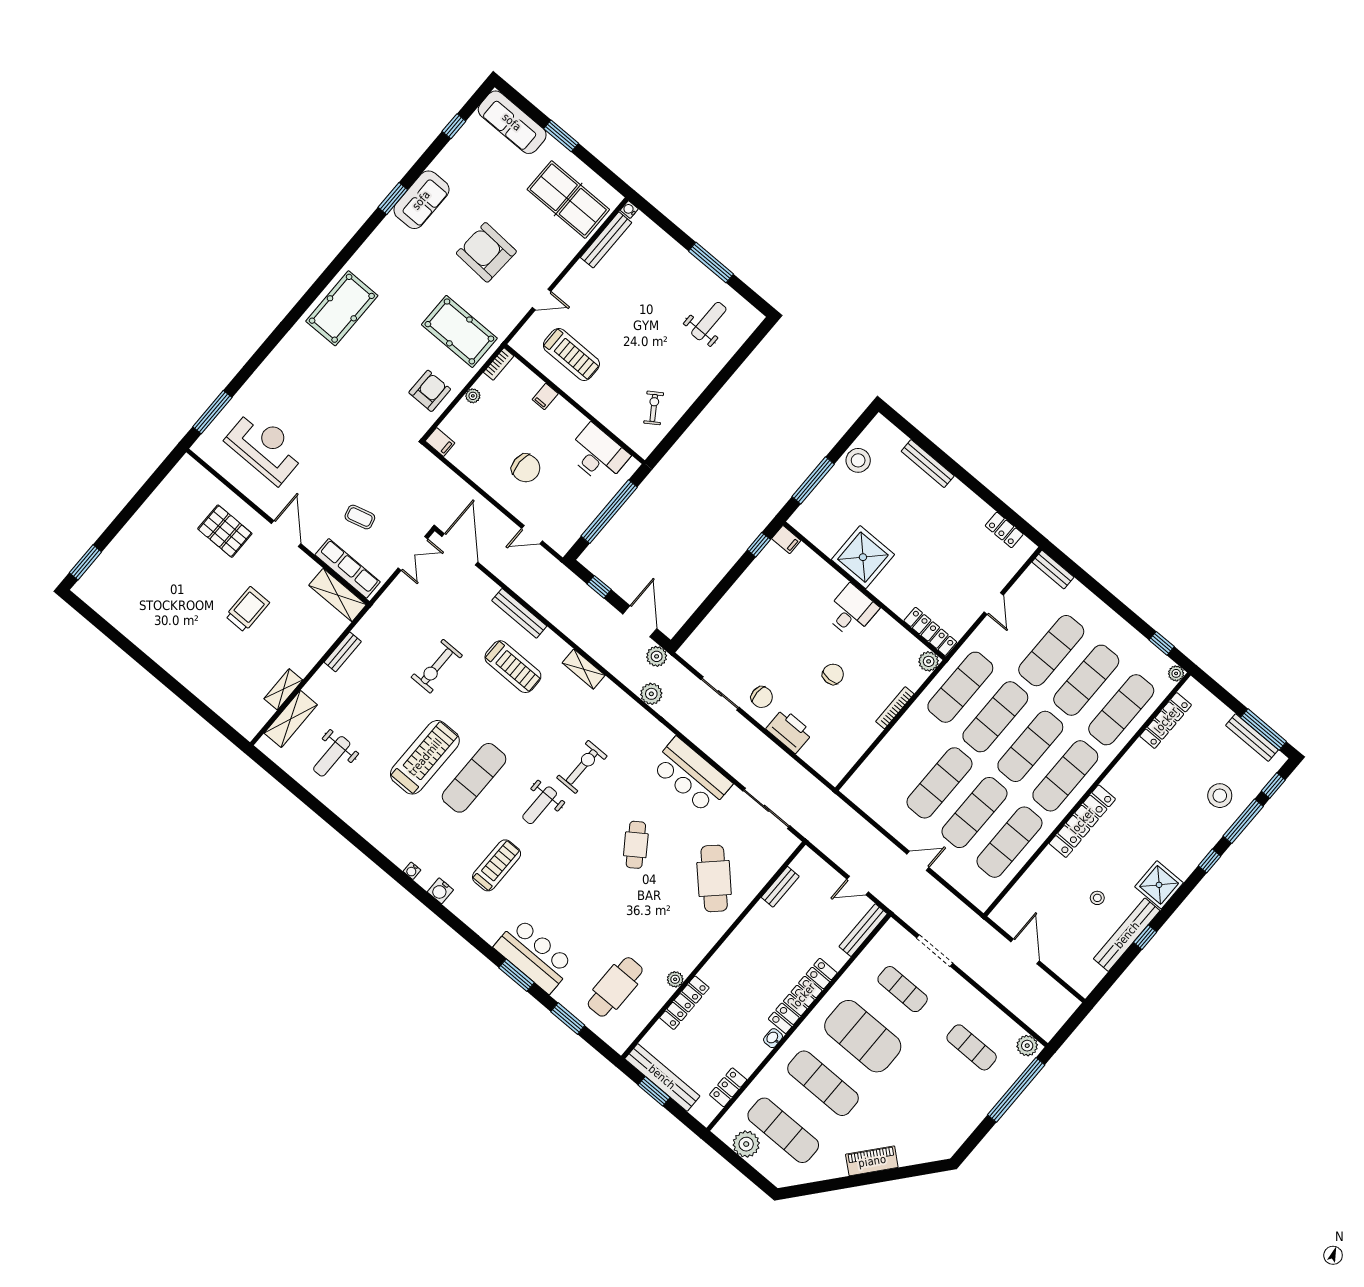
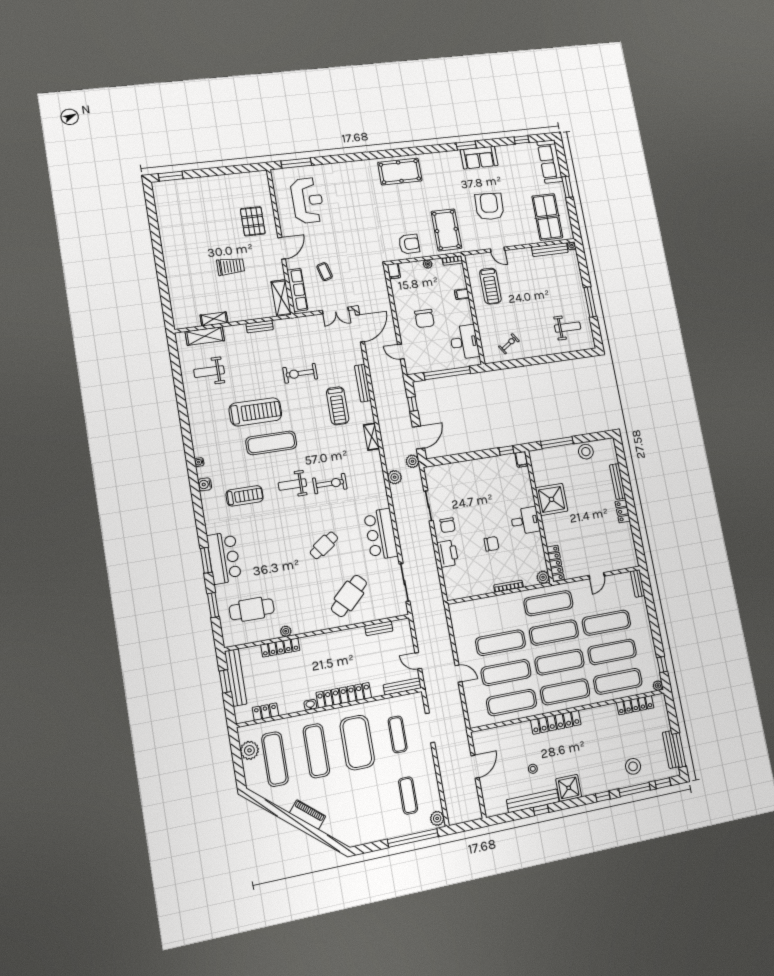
locker: (1004, 530) -> (623, 511), moved

